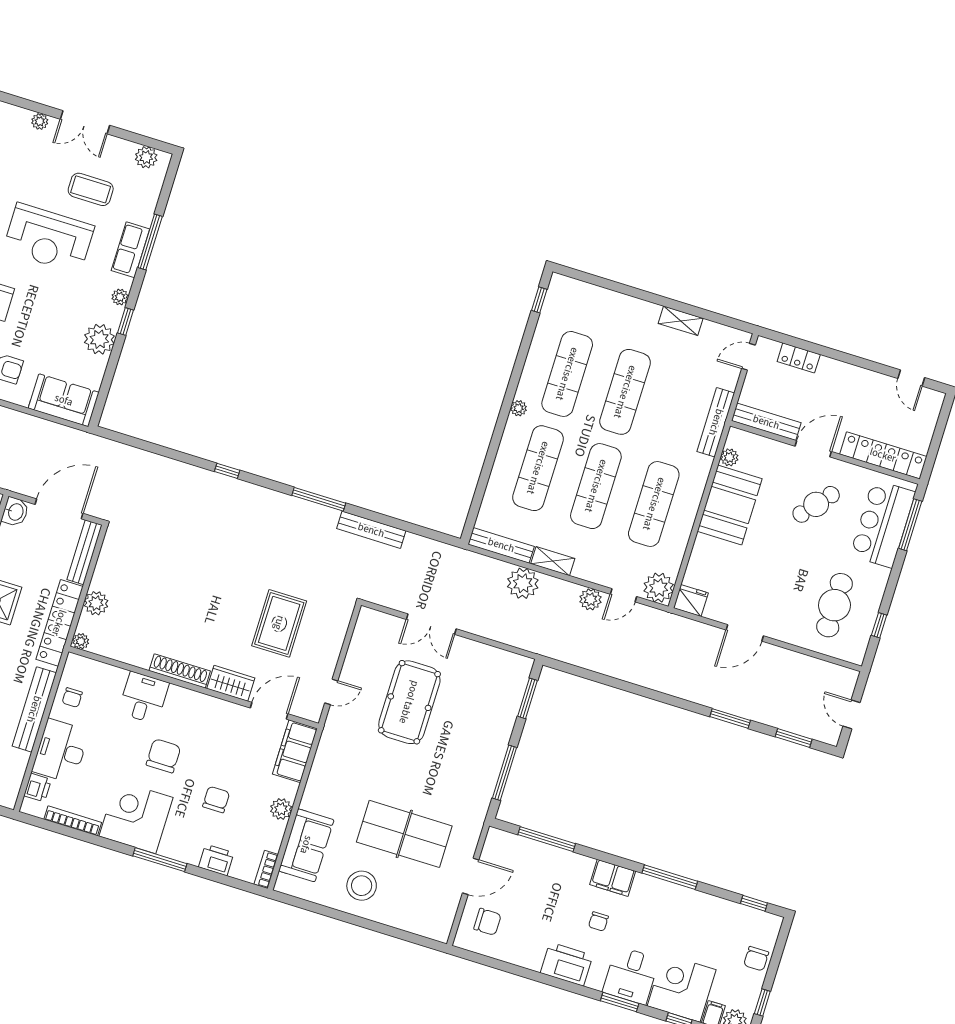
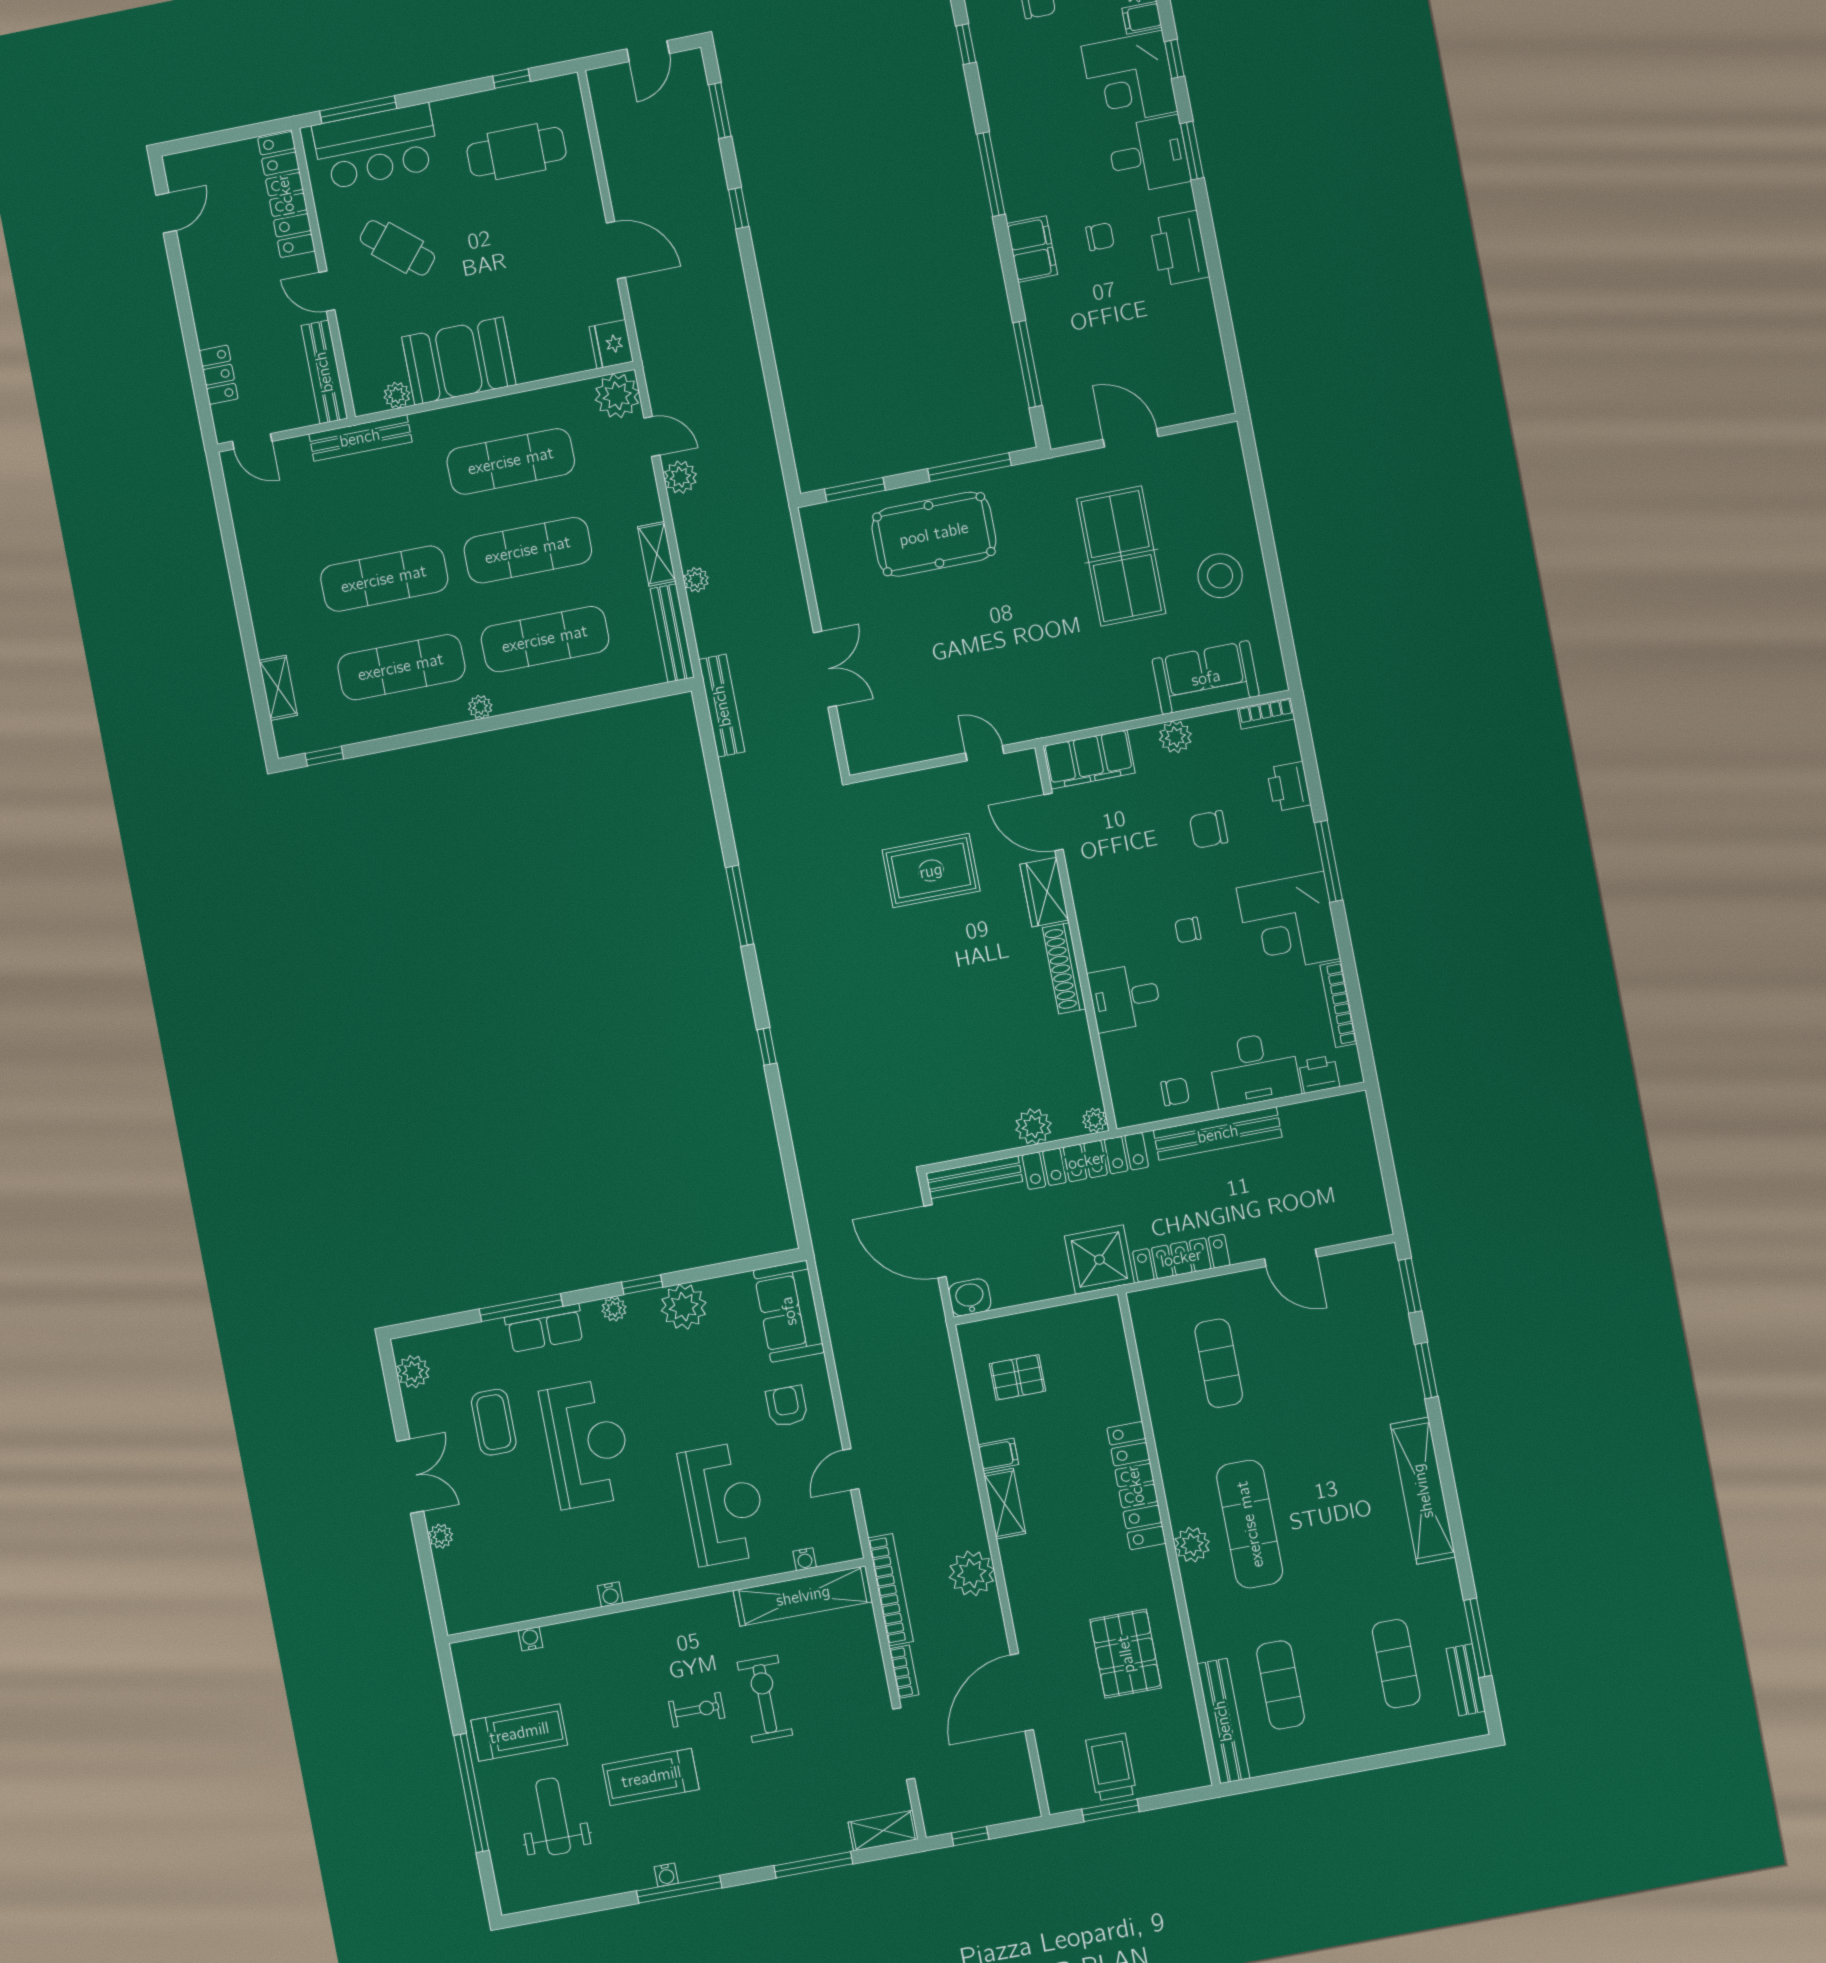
shelving: (681, 321) -> (278, 688), moved
door: (813, 449) -> (327, 291), width x0.73
bench: (371, 530) -> (722, 706), moved
plant: (523, 583) -> (696, 580), width x0.53, depth x0.53
pool table: (409, 702) -> (934, 534), moved
window: (730, 718) -> (739, 208), width x0.67
chair: (163, 756) -> (1188, 930), width x0.54, depth x0.54
chair: (487, 922) -> (1179, 383), removed

